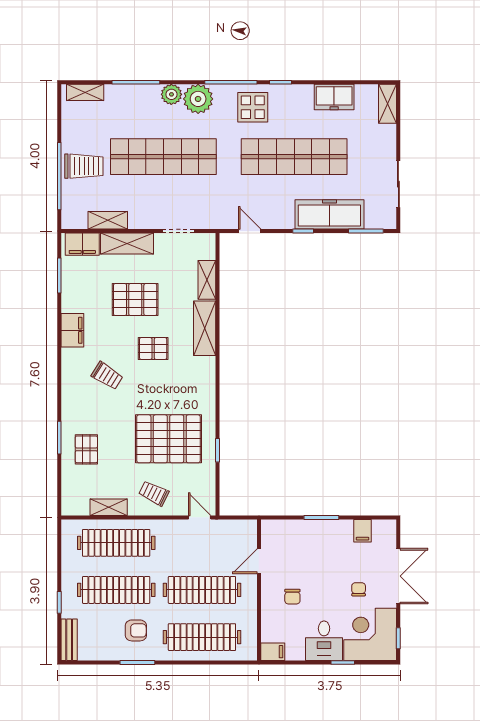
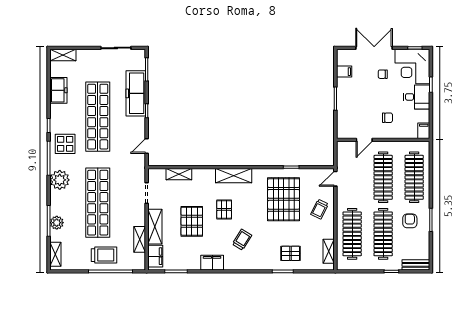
plant: (171, 94) -> (57, 223), moved
trolley: (84, 166) -> (104, 255), turned 90
shelving: (205, 328) -> (234, 176), moved
shelving: (109, 507) -> (329, 251), moved
door: (259, 561) -> (364, 140), hinge flipped

